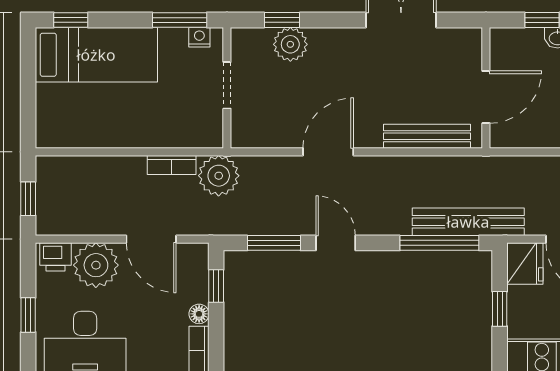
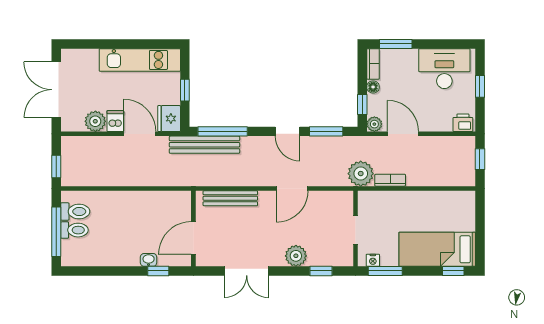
plant: (290, 44) -> (296, 256), moved
door: (486, 97) -> (193, 238), moved
plant: (96, 265) -> (374, 124), moved, width x0.53, depth x0.53

